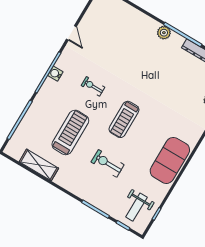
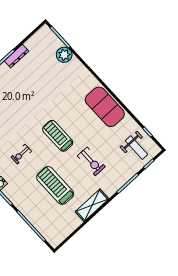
treadmill: (124, 119) -> (58, 136), turned 180
exercise bike: (108, 163) -> (91, 161), turned -90
shelving: (39, 165) -> (92, 205), moved

